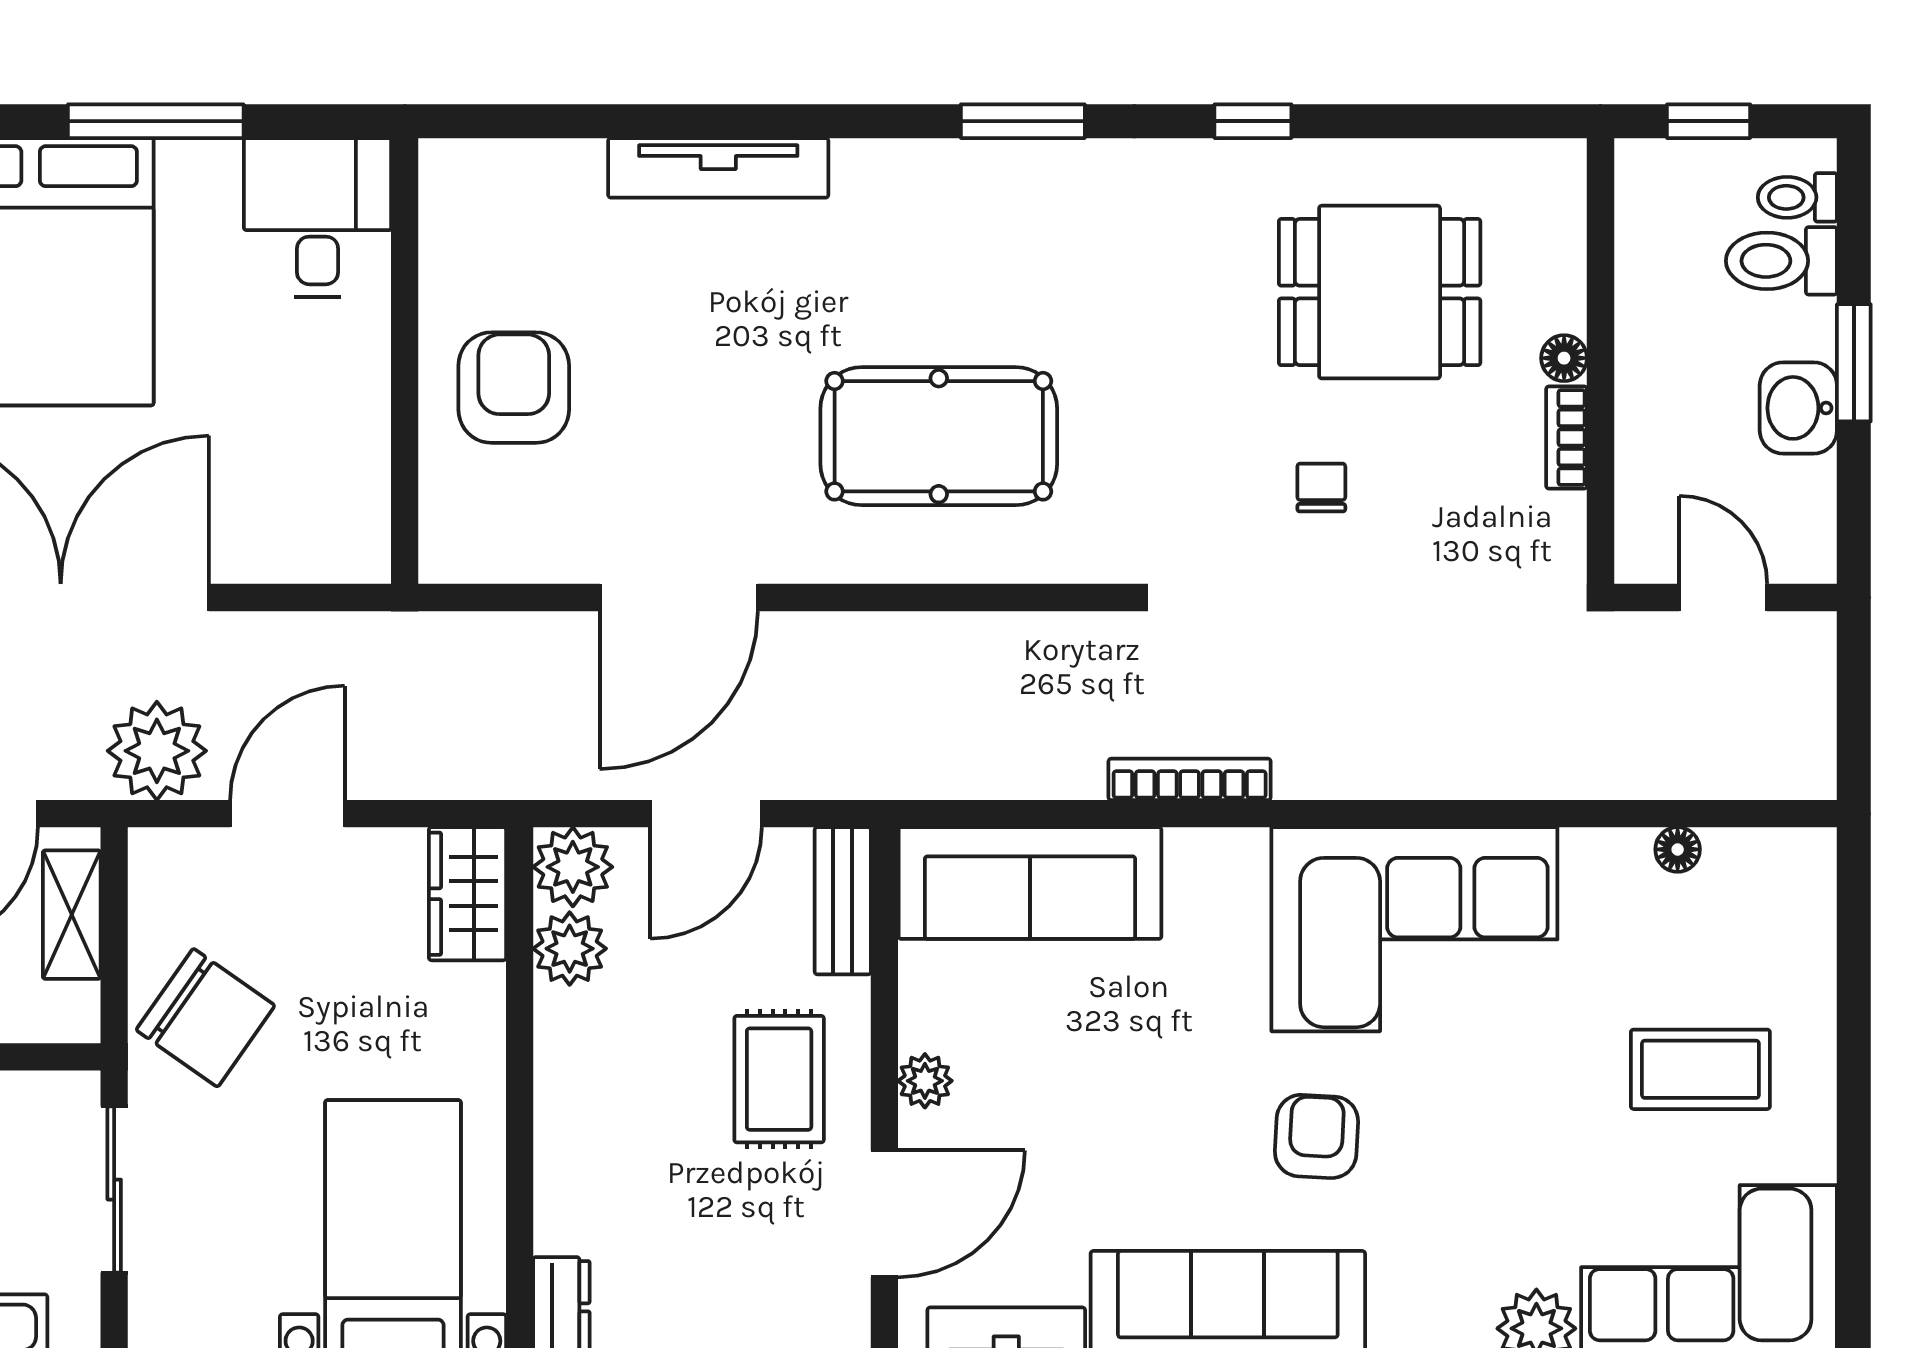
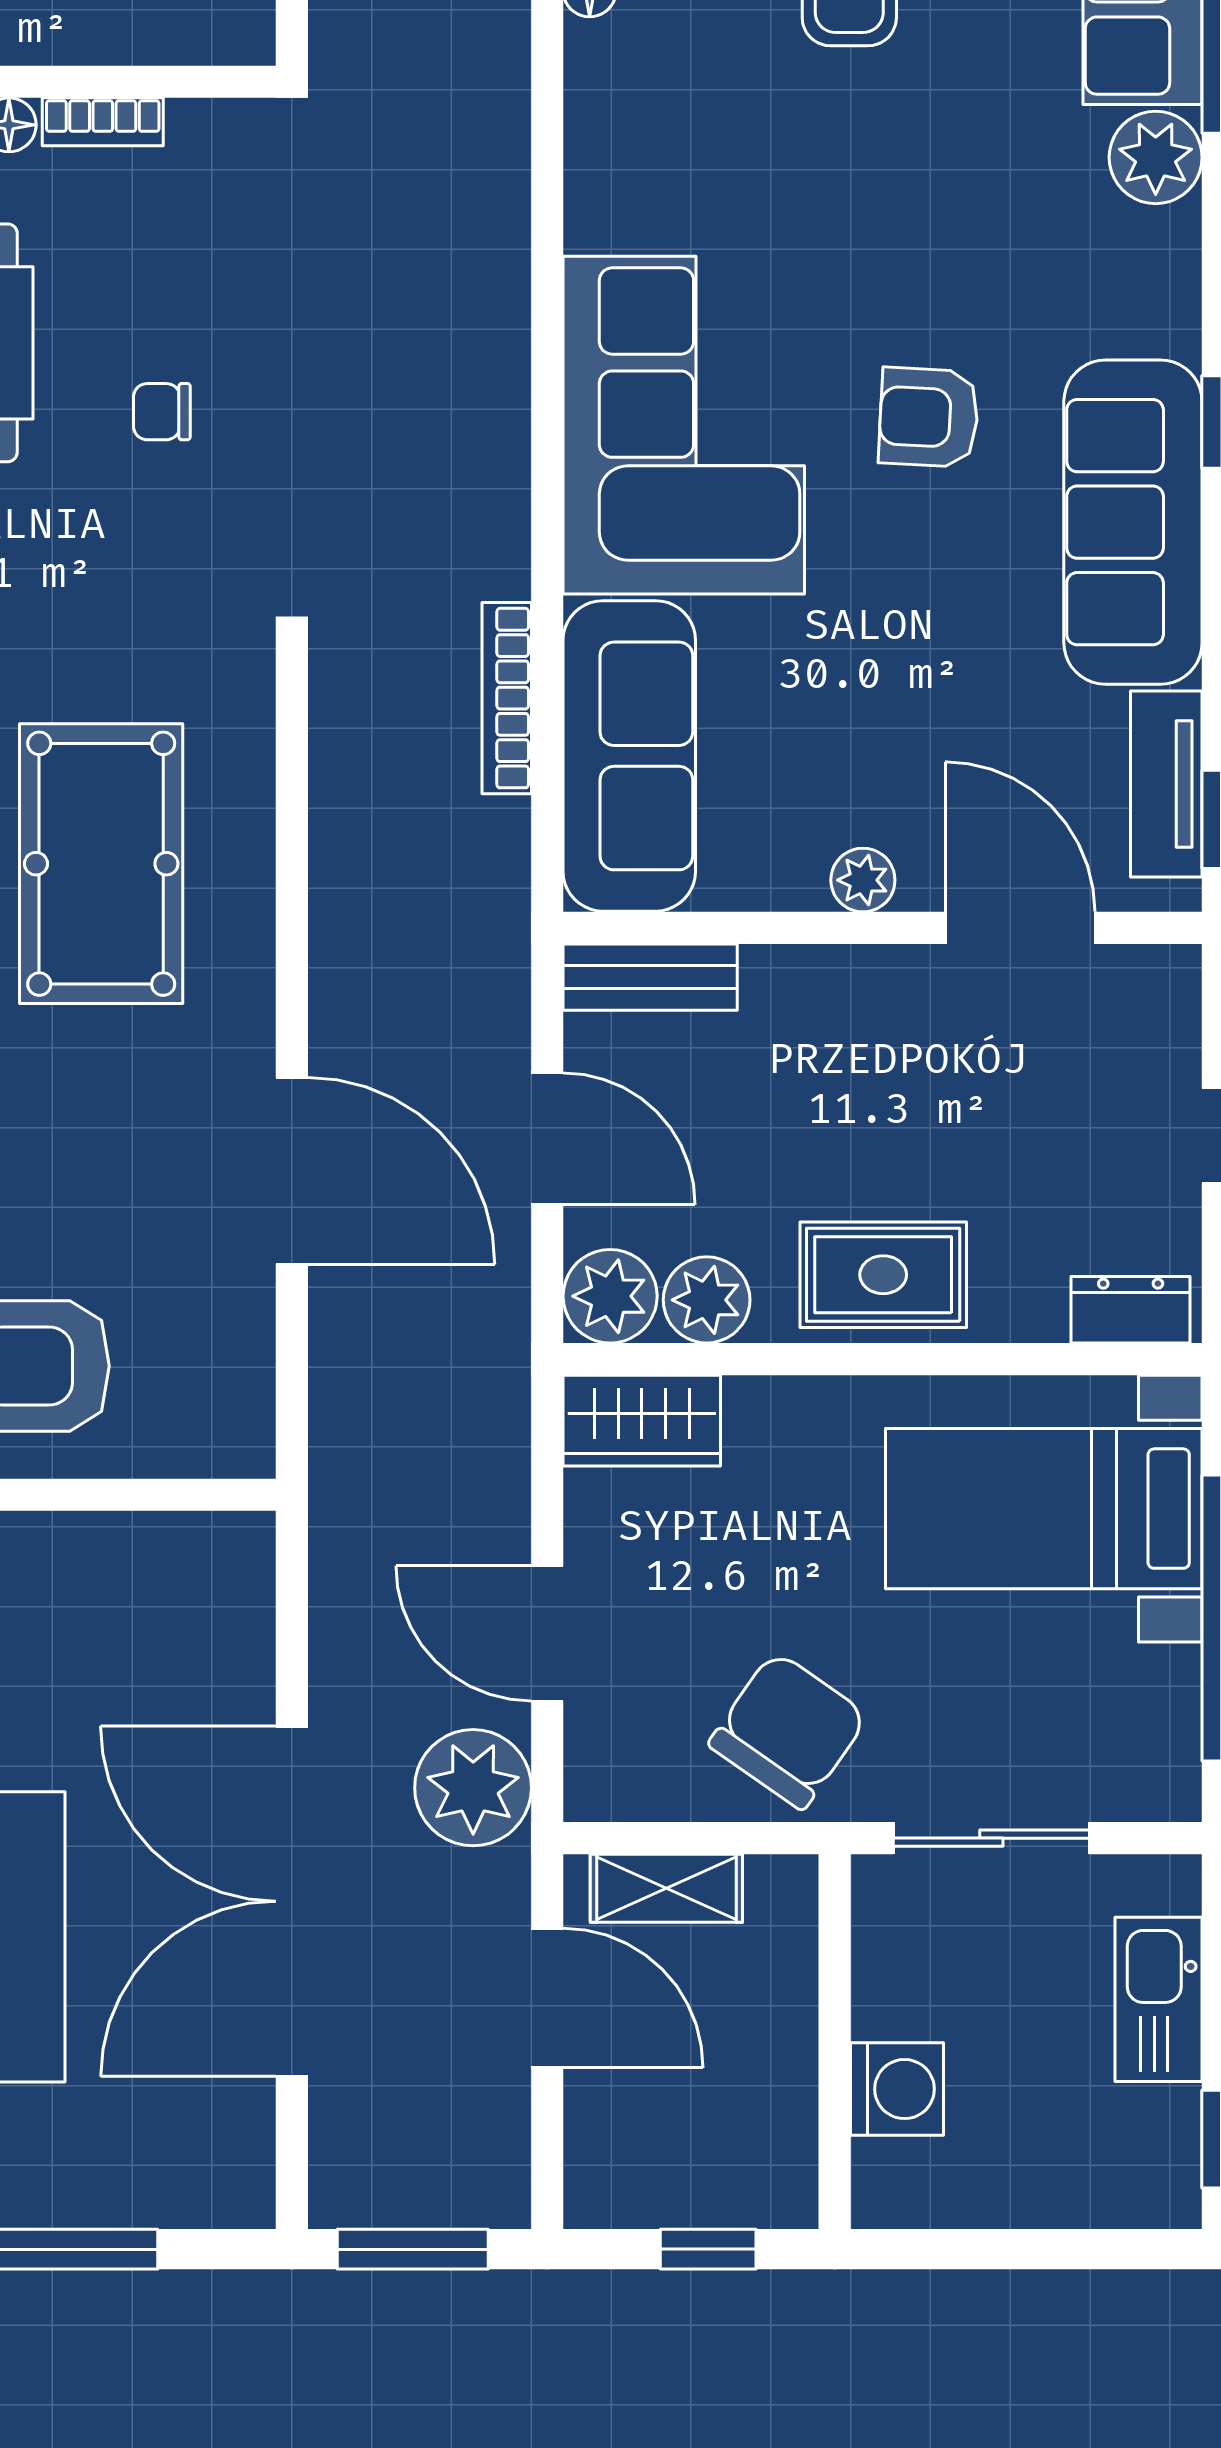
bookcase: (1190, 779) -> (507, 698), moved
corner sofa: (1414, 929) -> (684, 425), moved
rug: (779, 1079) -> (883, 1275), moved

